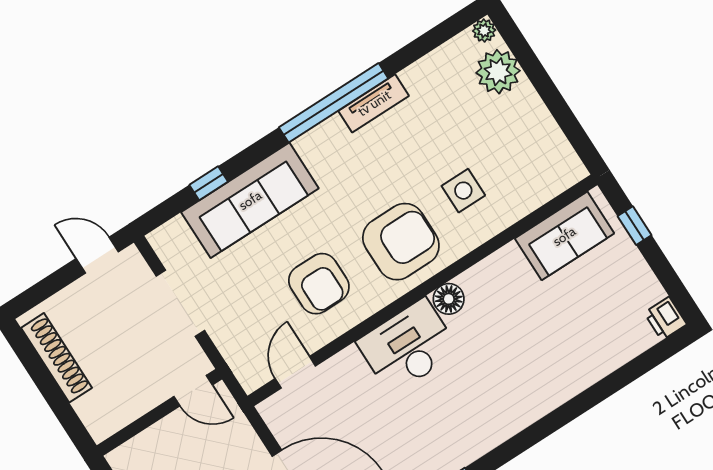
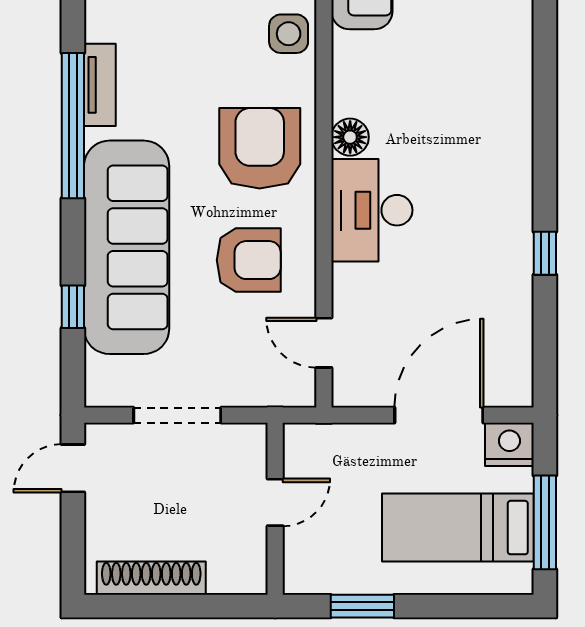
side table: (463, 191) -> (289, 34), moved
sofa: (250, 200) -> (127, 247), width x1.36, depth x1.27
door: (193, 391) -> (275, 502), moved

